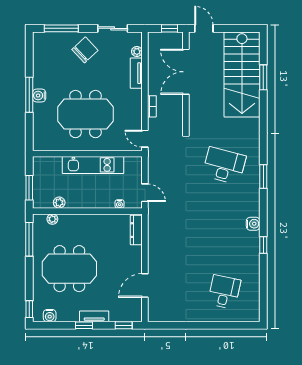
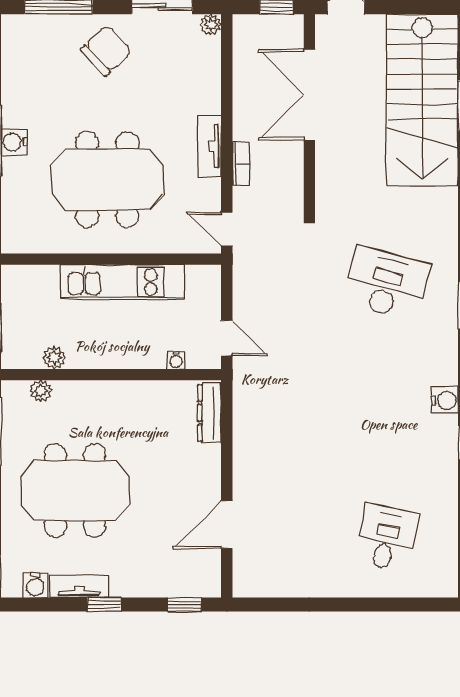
plant: (137, 52) -> (211, 25), moved
tv unit: (136, 73) -> (209, 146), moved
tv unit: (94, 316) -> (79, 587), moved

